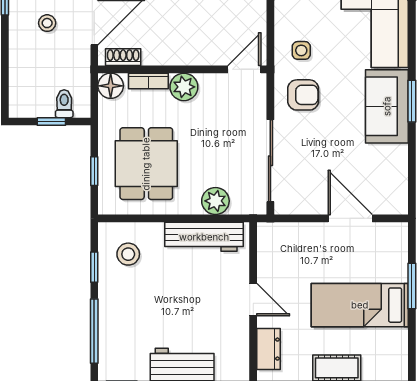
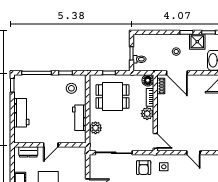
workbench: (204, 237) -> (79, 118), width x0.73

